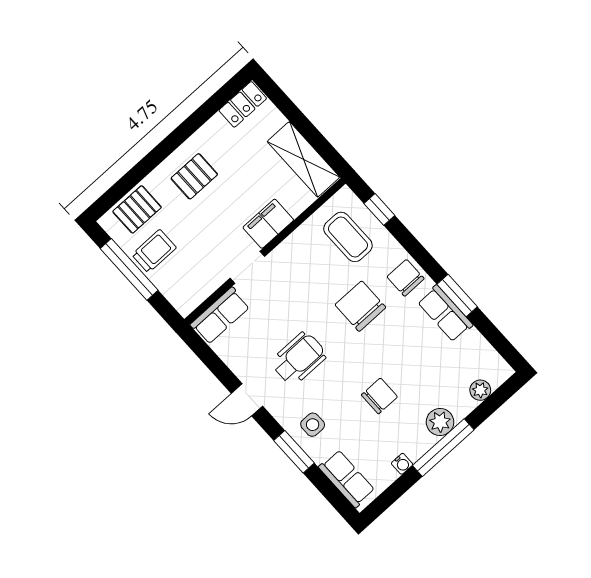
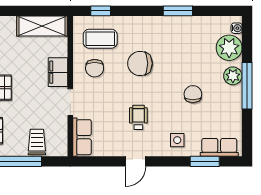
trolley: (154, 251) -> (37, 142), moved
chair: (406, 278) -> (95, 68), moved, turned -90
row of seats: (445, 313) -> (181, 25), removed
wheelchair: (299, 359) -> (138, 117), width x0.73, depth x0.73
plant: (480, 390) -> (229, 48), width x1.88, depth x1.88
window: (294, 452) -> (205, 161), moved
water cooler: (402, 464) -> (237, 28), moved

